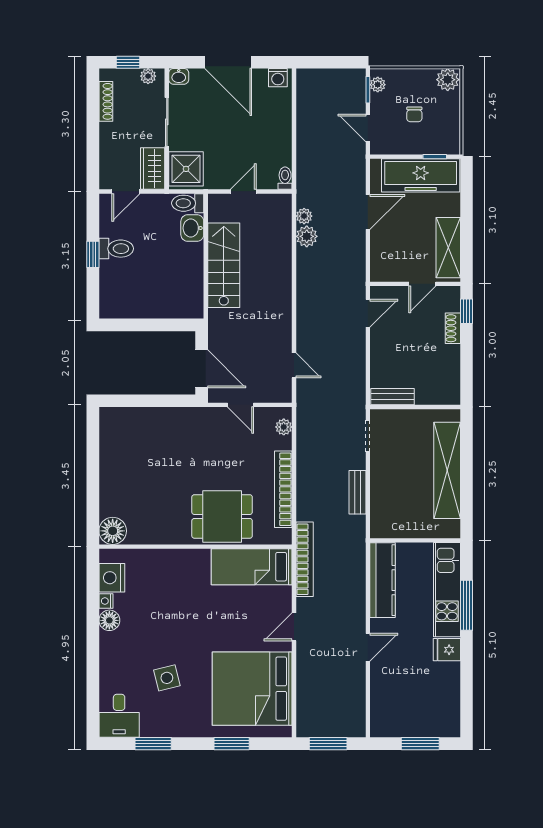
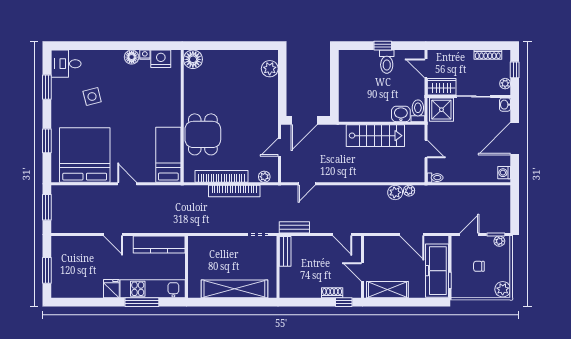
plant: (126, 419) -> (270, 69), added
bench: (358, 492) -> (294, 227), moved
bookcase: (305, 559) -> (234, 191), moved

